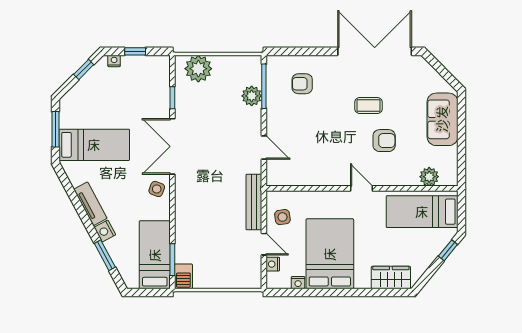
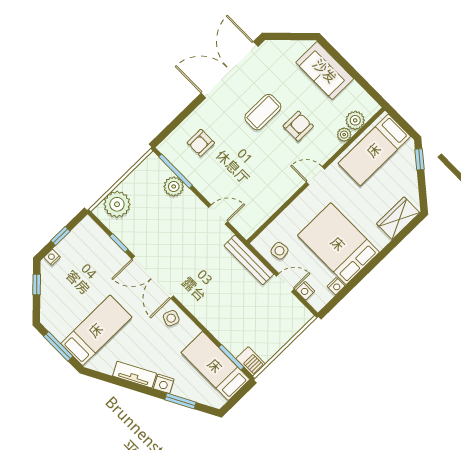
coffee table: (369, 106) -> (263, 112), width x1.36, depth x1.30
plant: (411, 179) -> (344, 135), added

